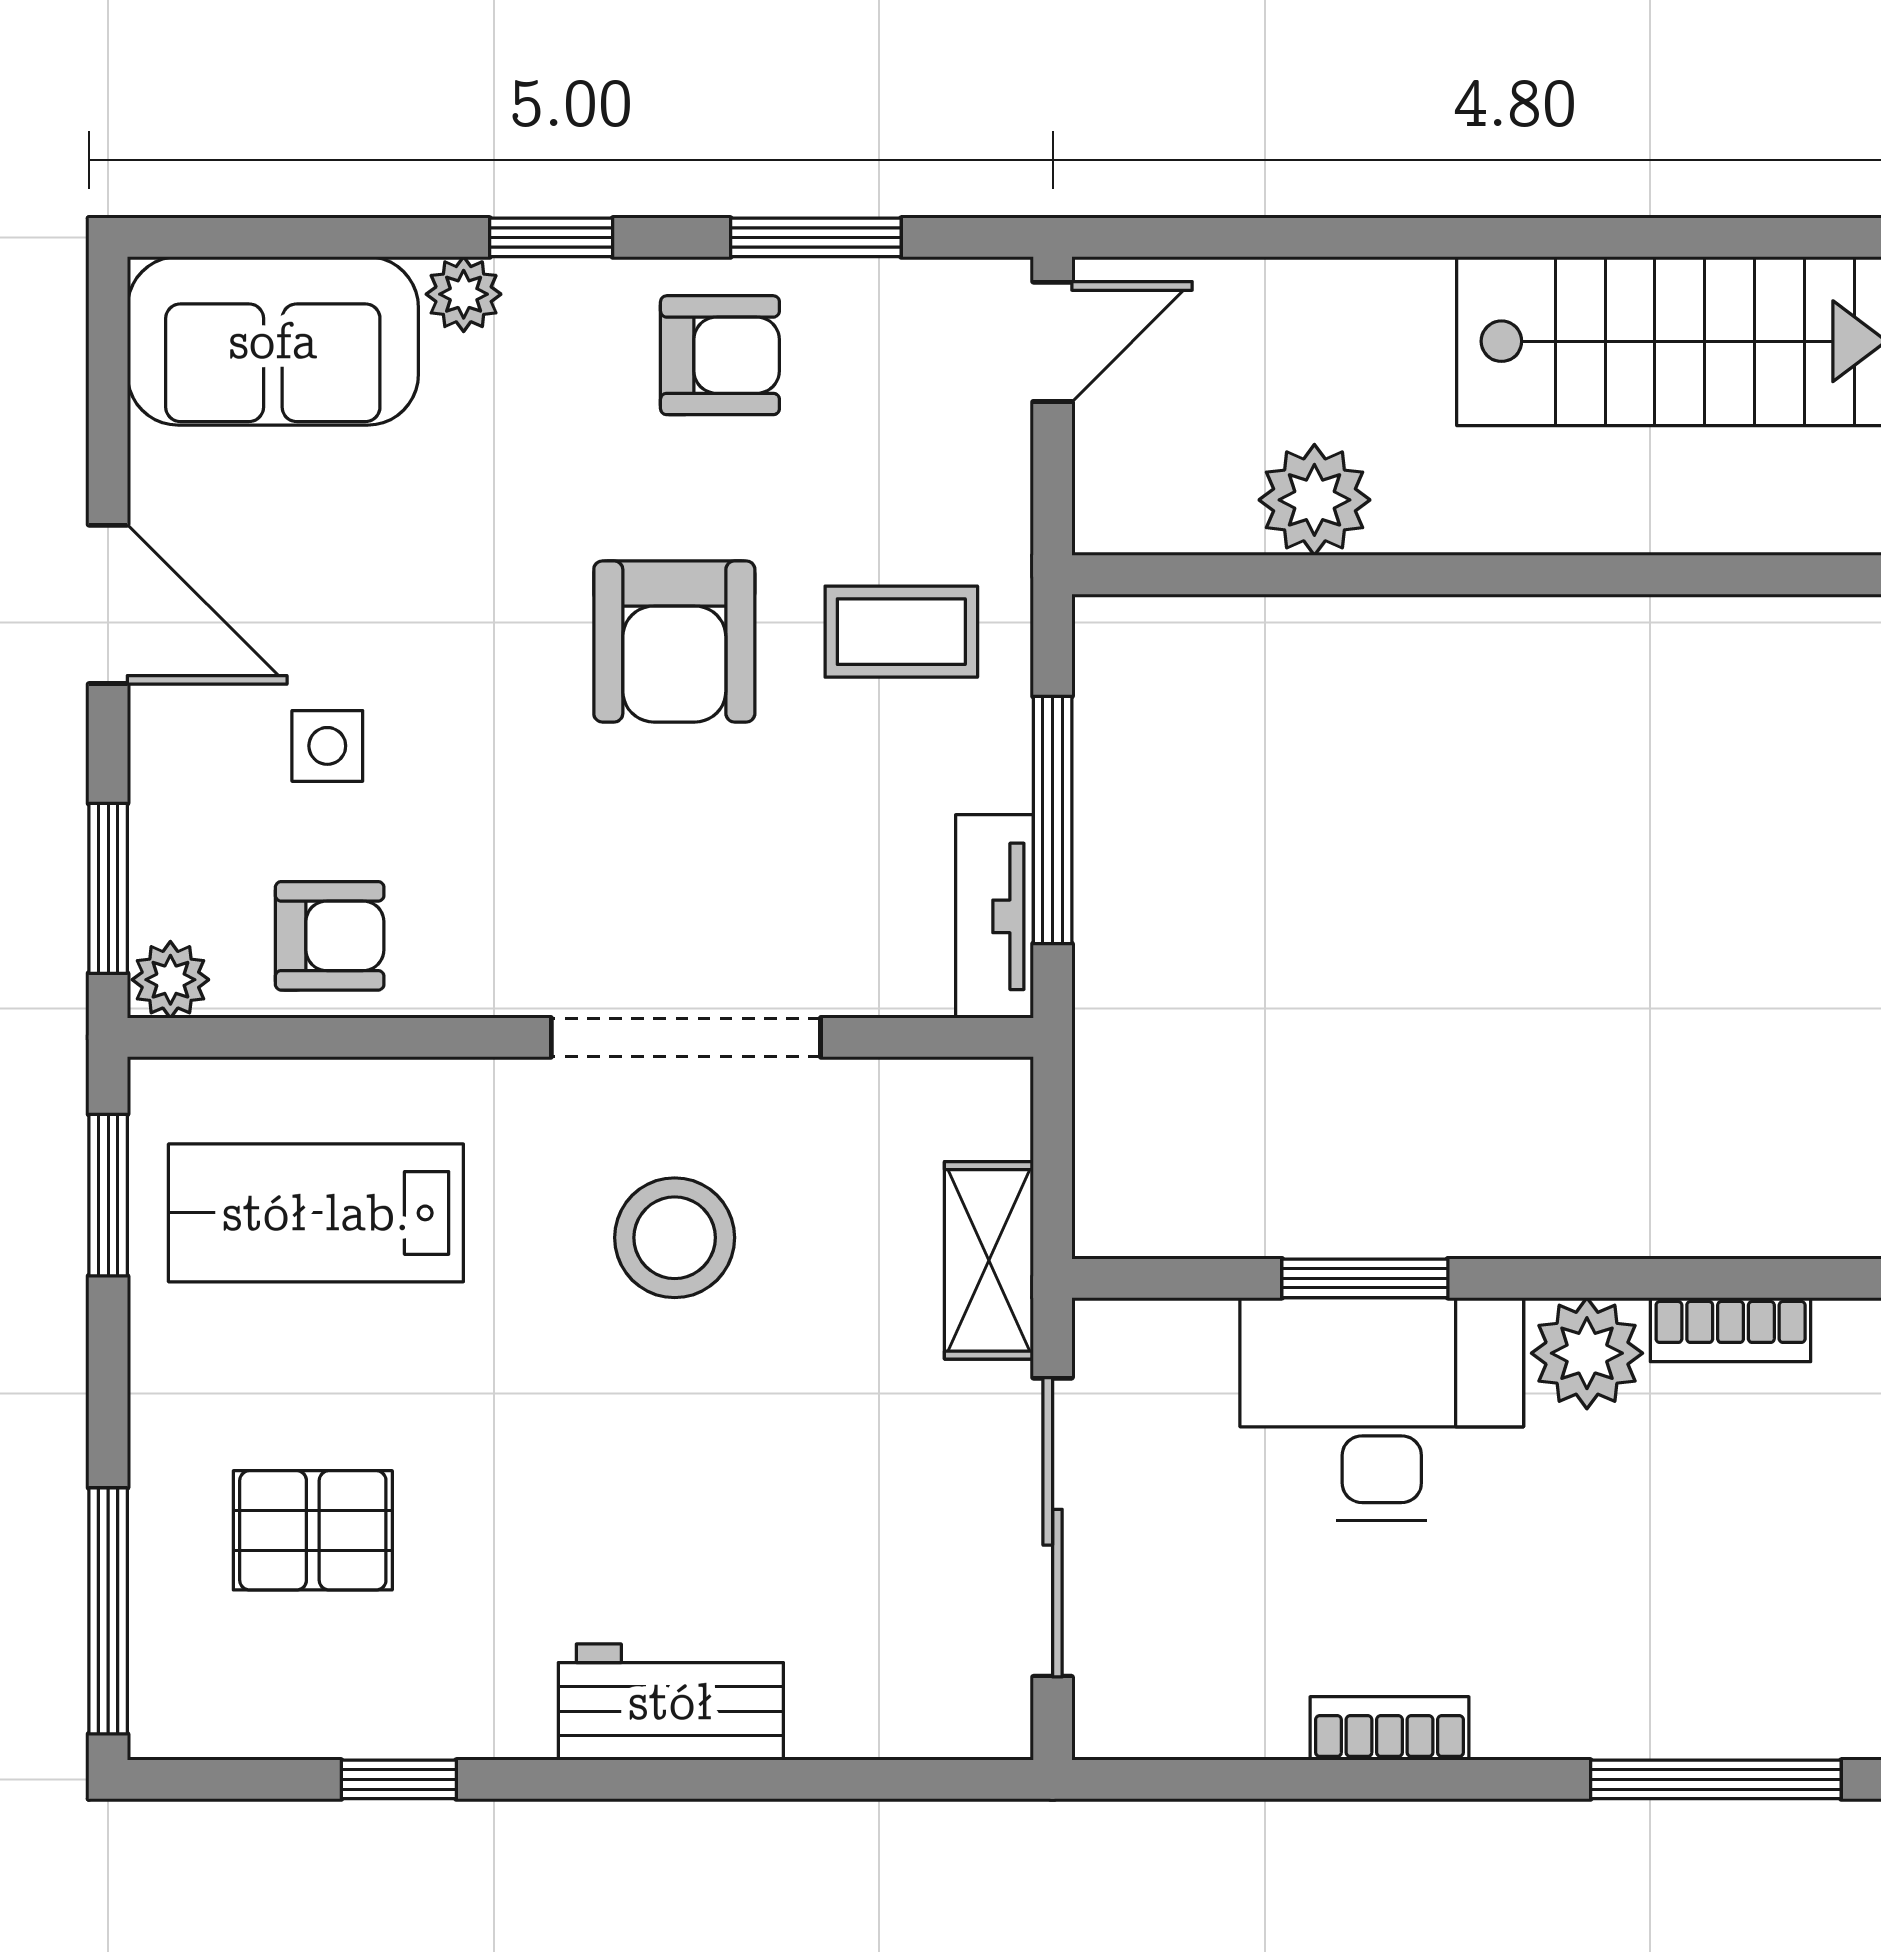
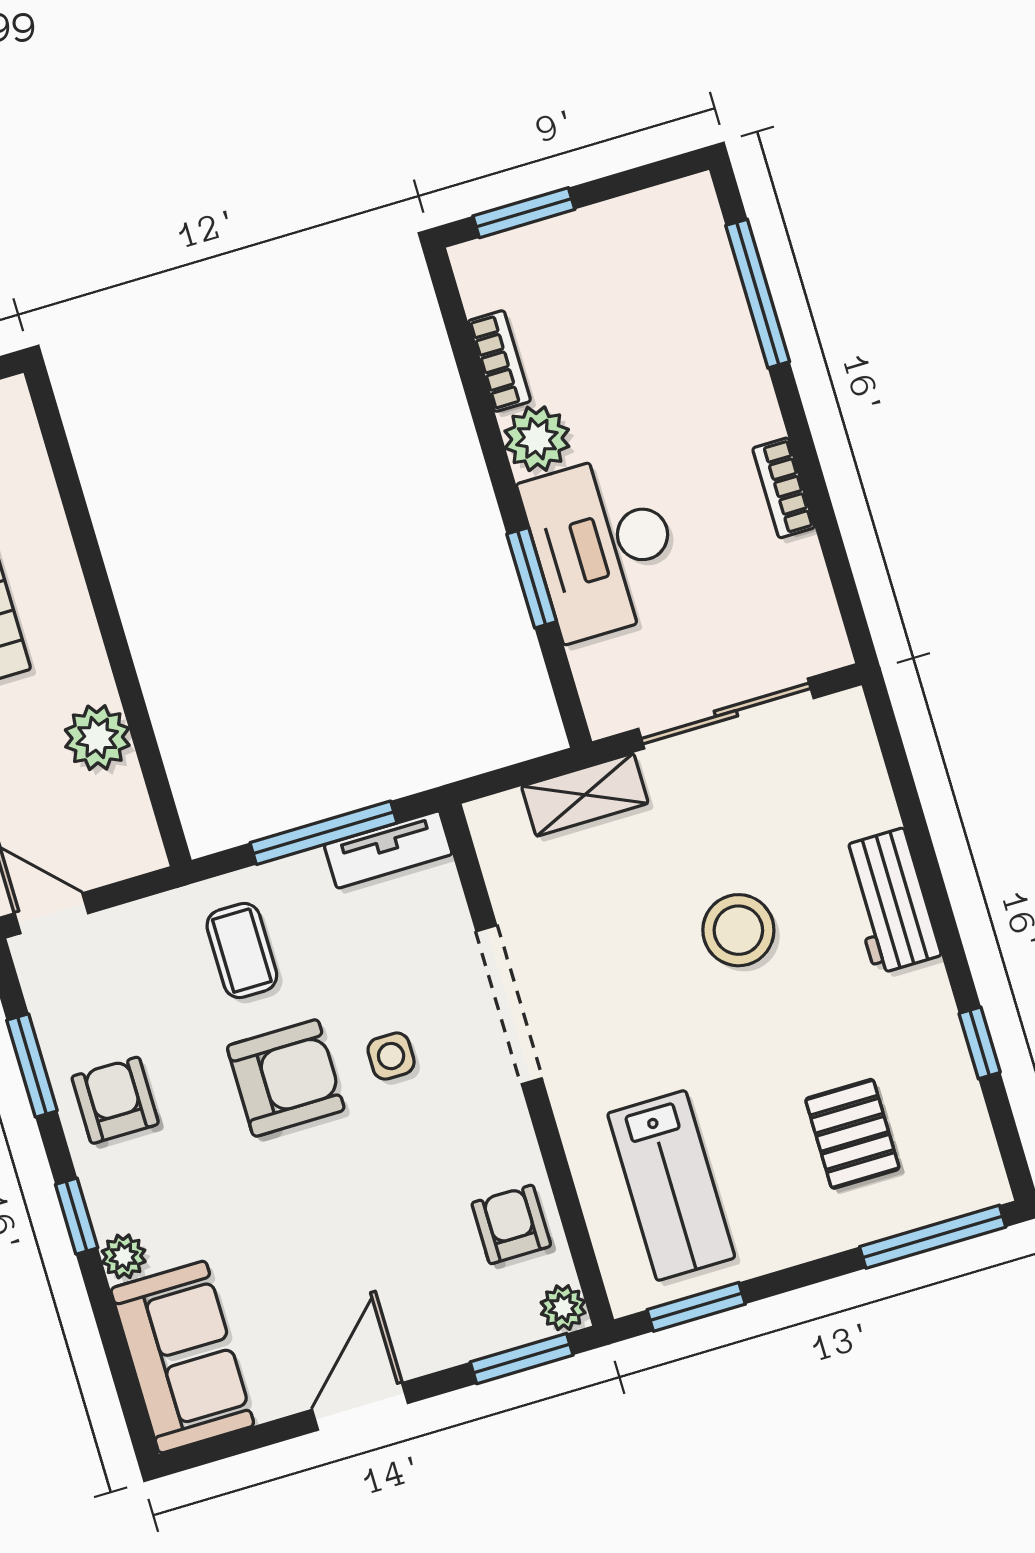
side table: (327, 746) -> (391, 1056), moved
stool: (675, 1238) -> (738, 930), moved

